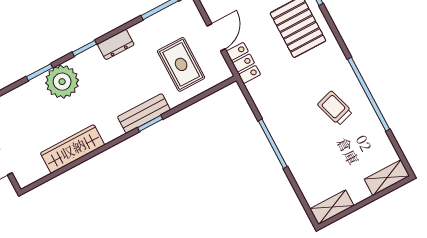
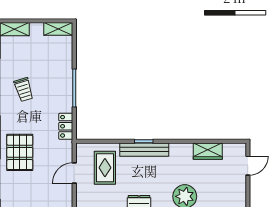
locker: (243, 63) -> (66, 126), moved
bench: (144, 113) -> (144, 150), width x1.36
wardrobe: (73, 149) -> (208, 151), width x0.67

